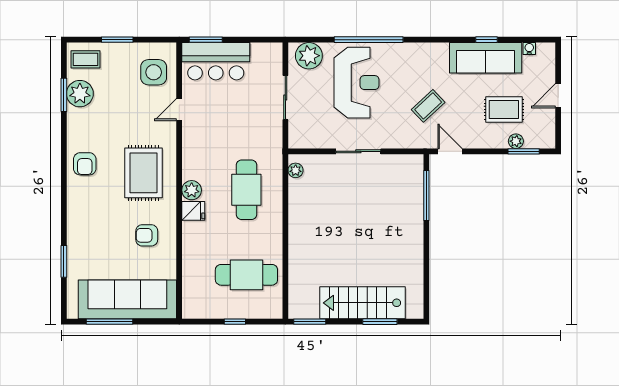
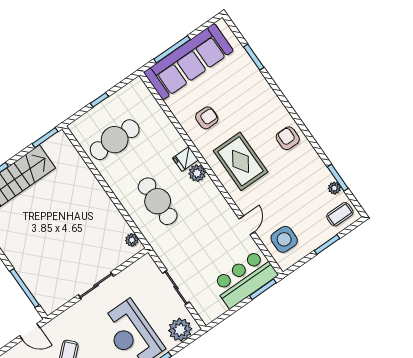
plant: (80, 94) -> (334, 188), width x0.53, depth x0.53
window: (110, 322) -> (172, 49), moved

